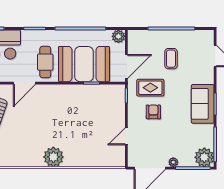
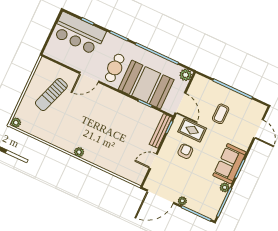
door: (126, 67) -> (180, 103), hinge flipped
bench: (120, 103) -> (161, 131), added
plant: (53, 157) -> (79, 152), width x0.53, depth x0.53
plant: (204, 157) -> (225, 187), moved, width x0.53, depth x0.53

